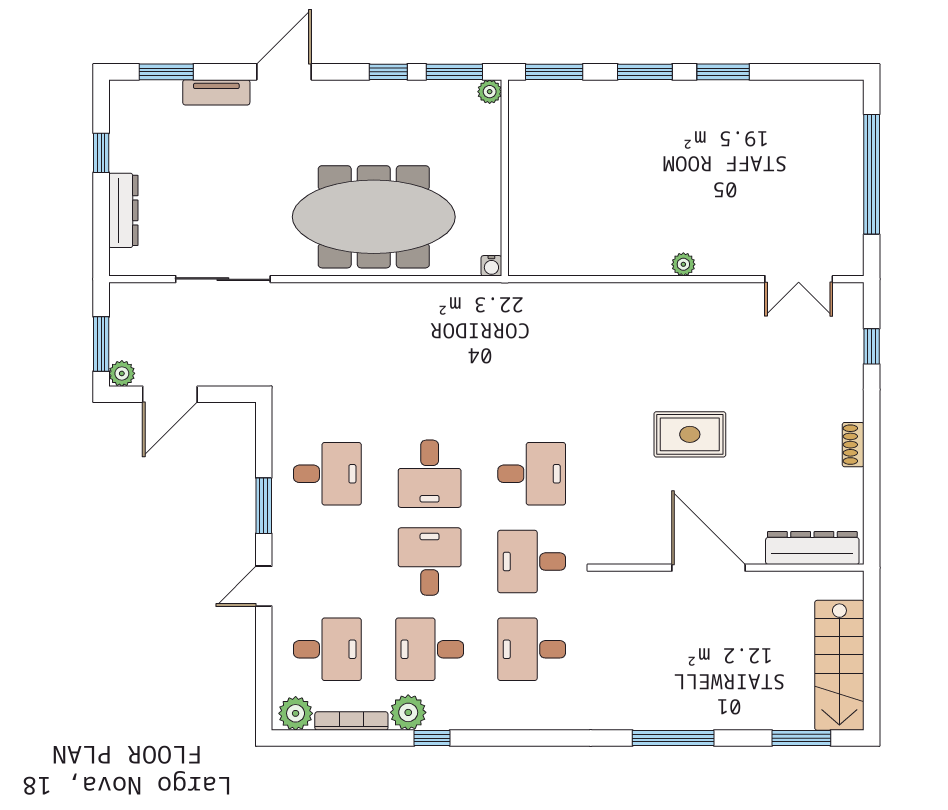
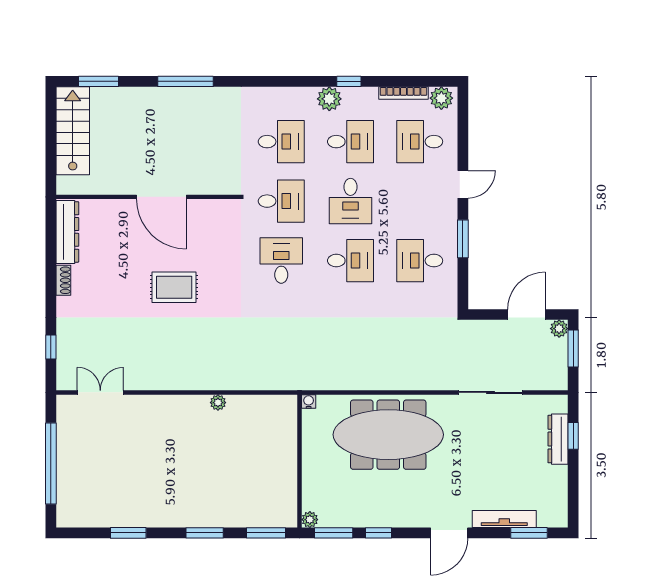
window: (723, 72) -> (128, 533), moved
tv unit: (216, 92) -> (504, 519), width x1.41
window: (101, 153) -> (573, 436), moved
plant: (683, 264) -> (218, 403), moved
desk: (430, 474) -> (350, 261), turned 90
desk: (532, 474) -> (281, 261), turned 90
dresser: (812, 548) -> (67, 232), moved, turned -90
plant: (408, 712) -> (329, 99), moved

